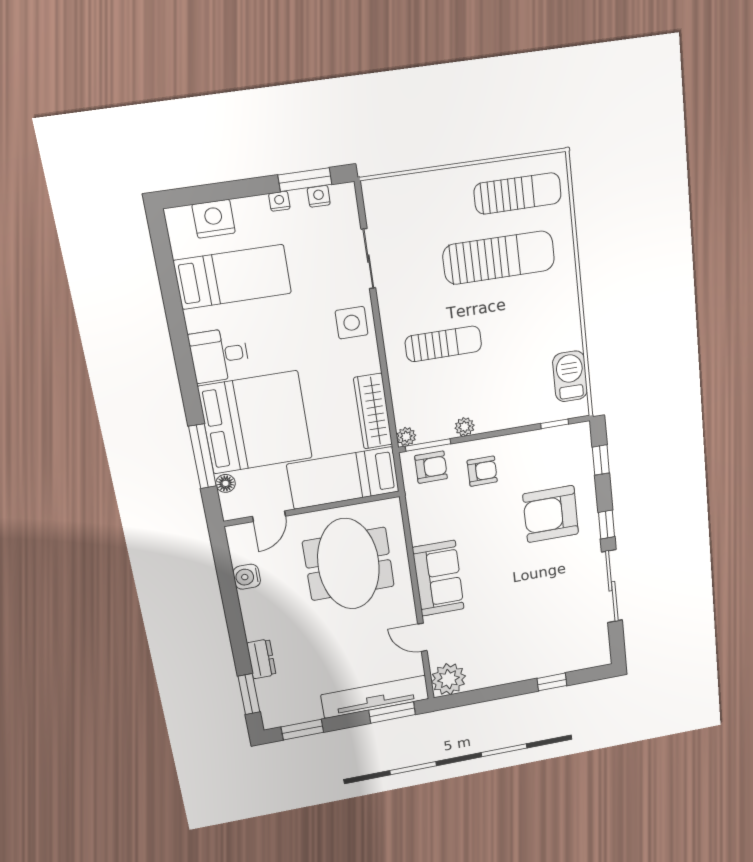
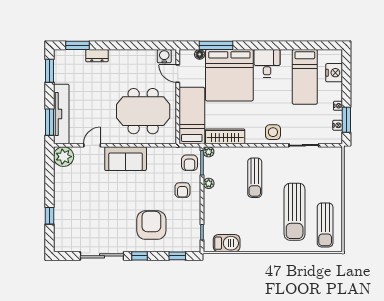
water cooler: (247, 577) -> (164, 56), moved

